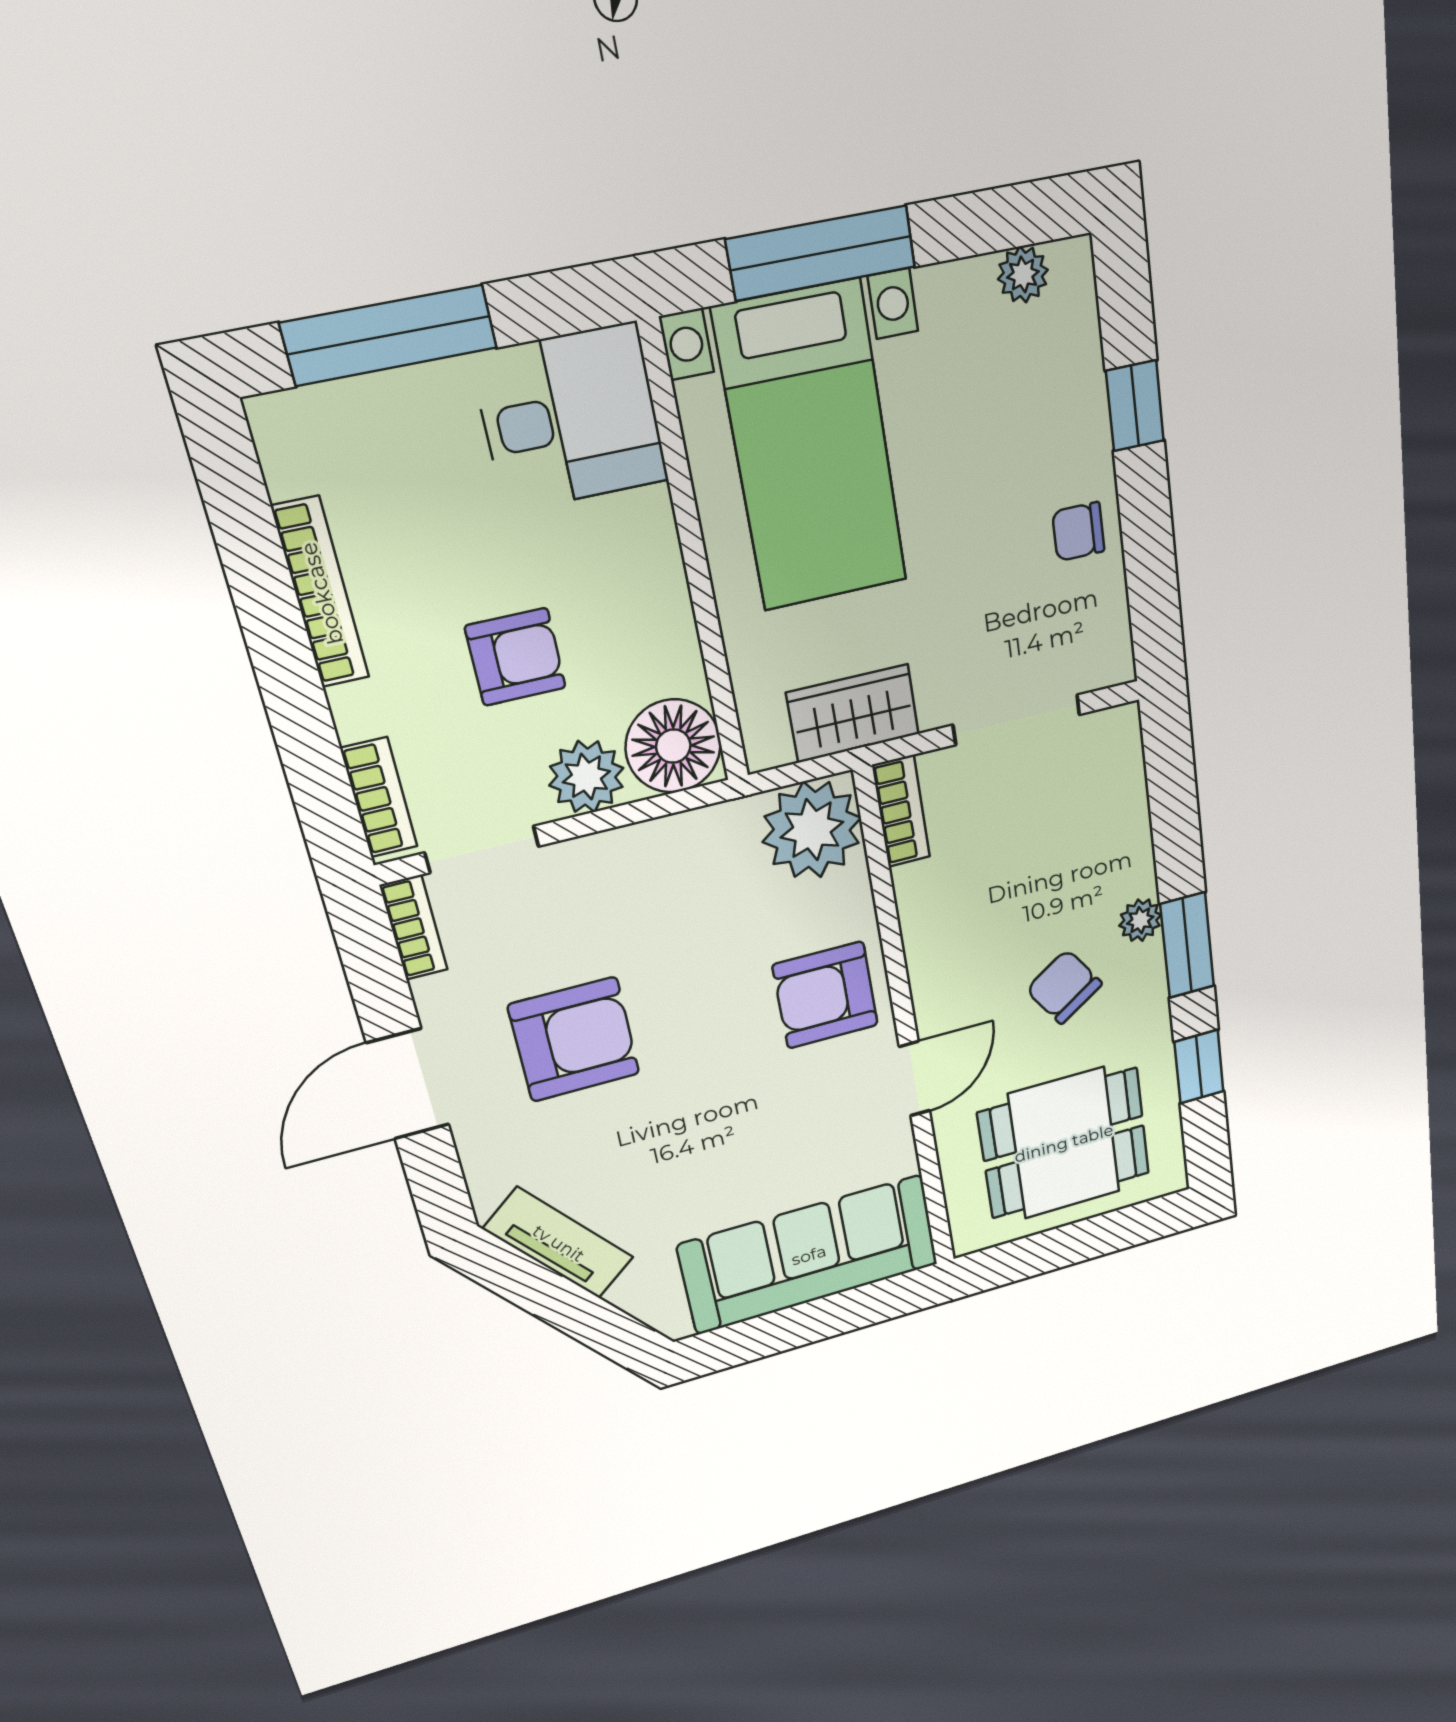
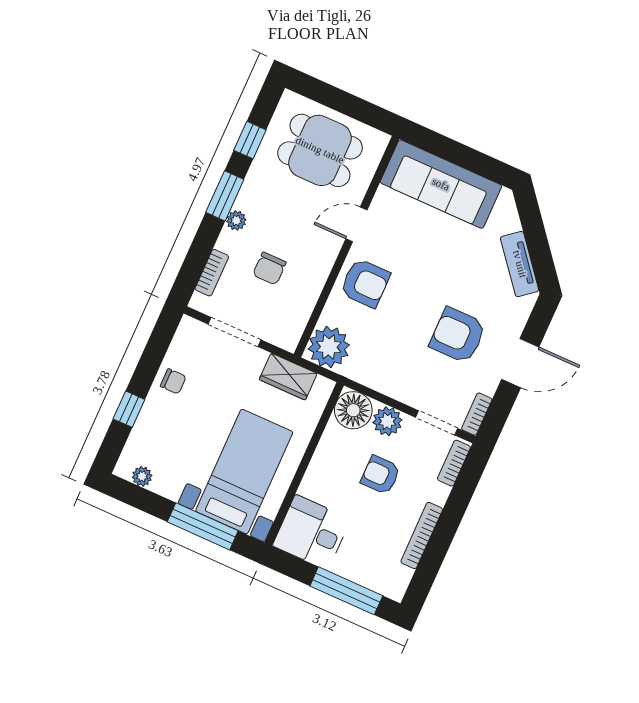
bookcase: (901, 811) -> (212, 273), moved, turned 180
chair: (1064, 987) -> (269, 268), moved, turned 34

